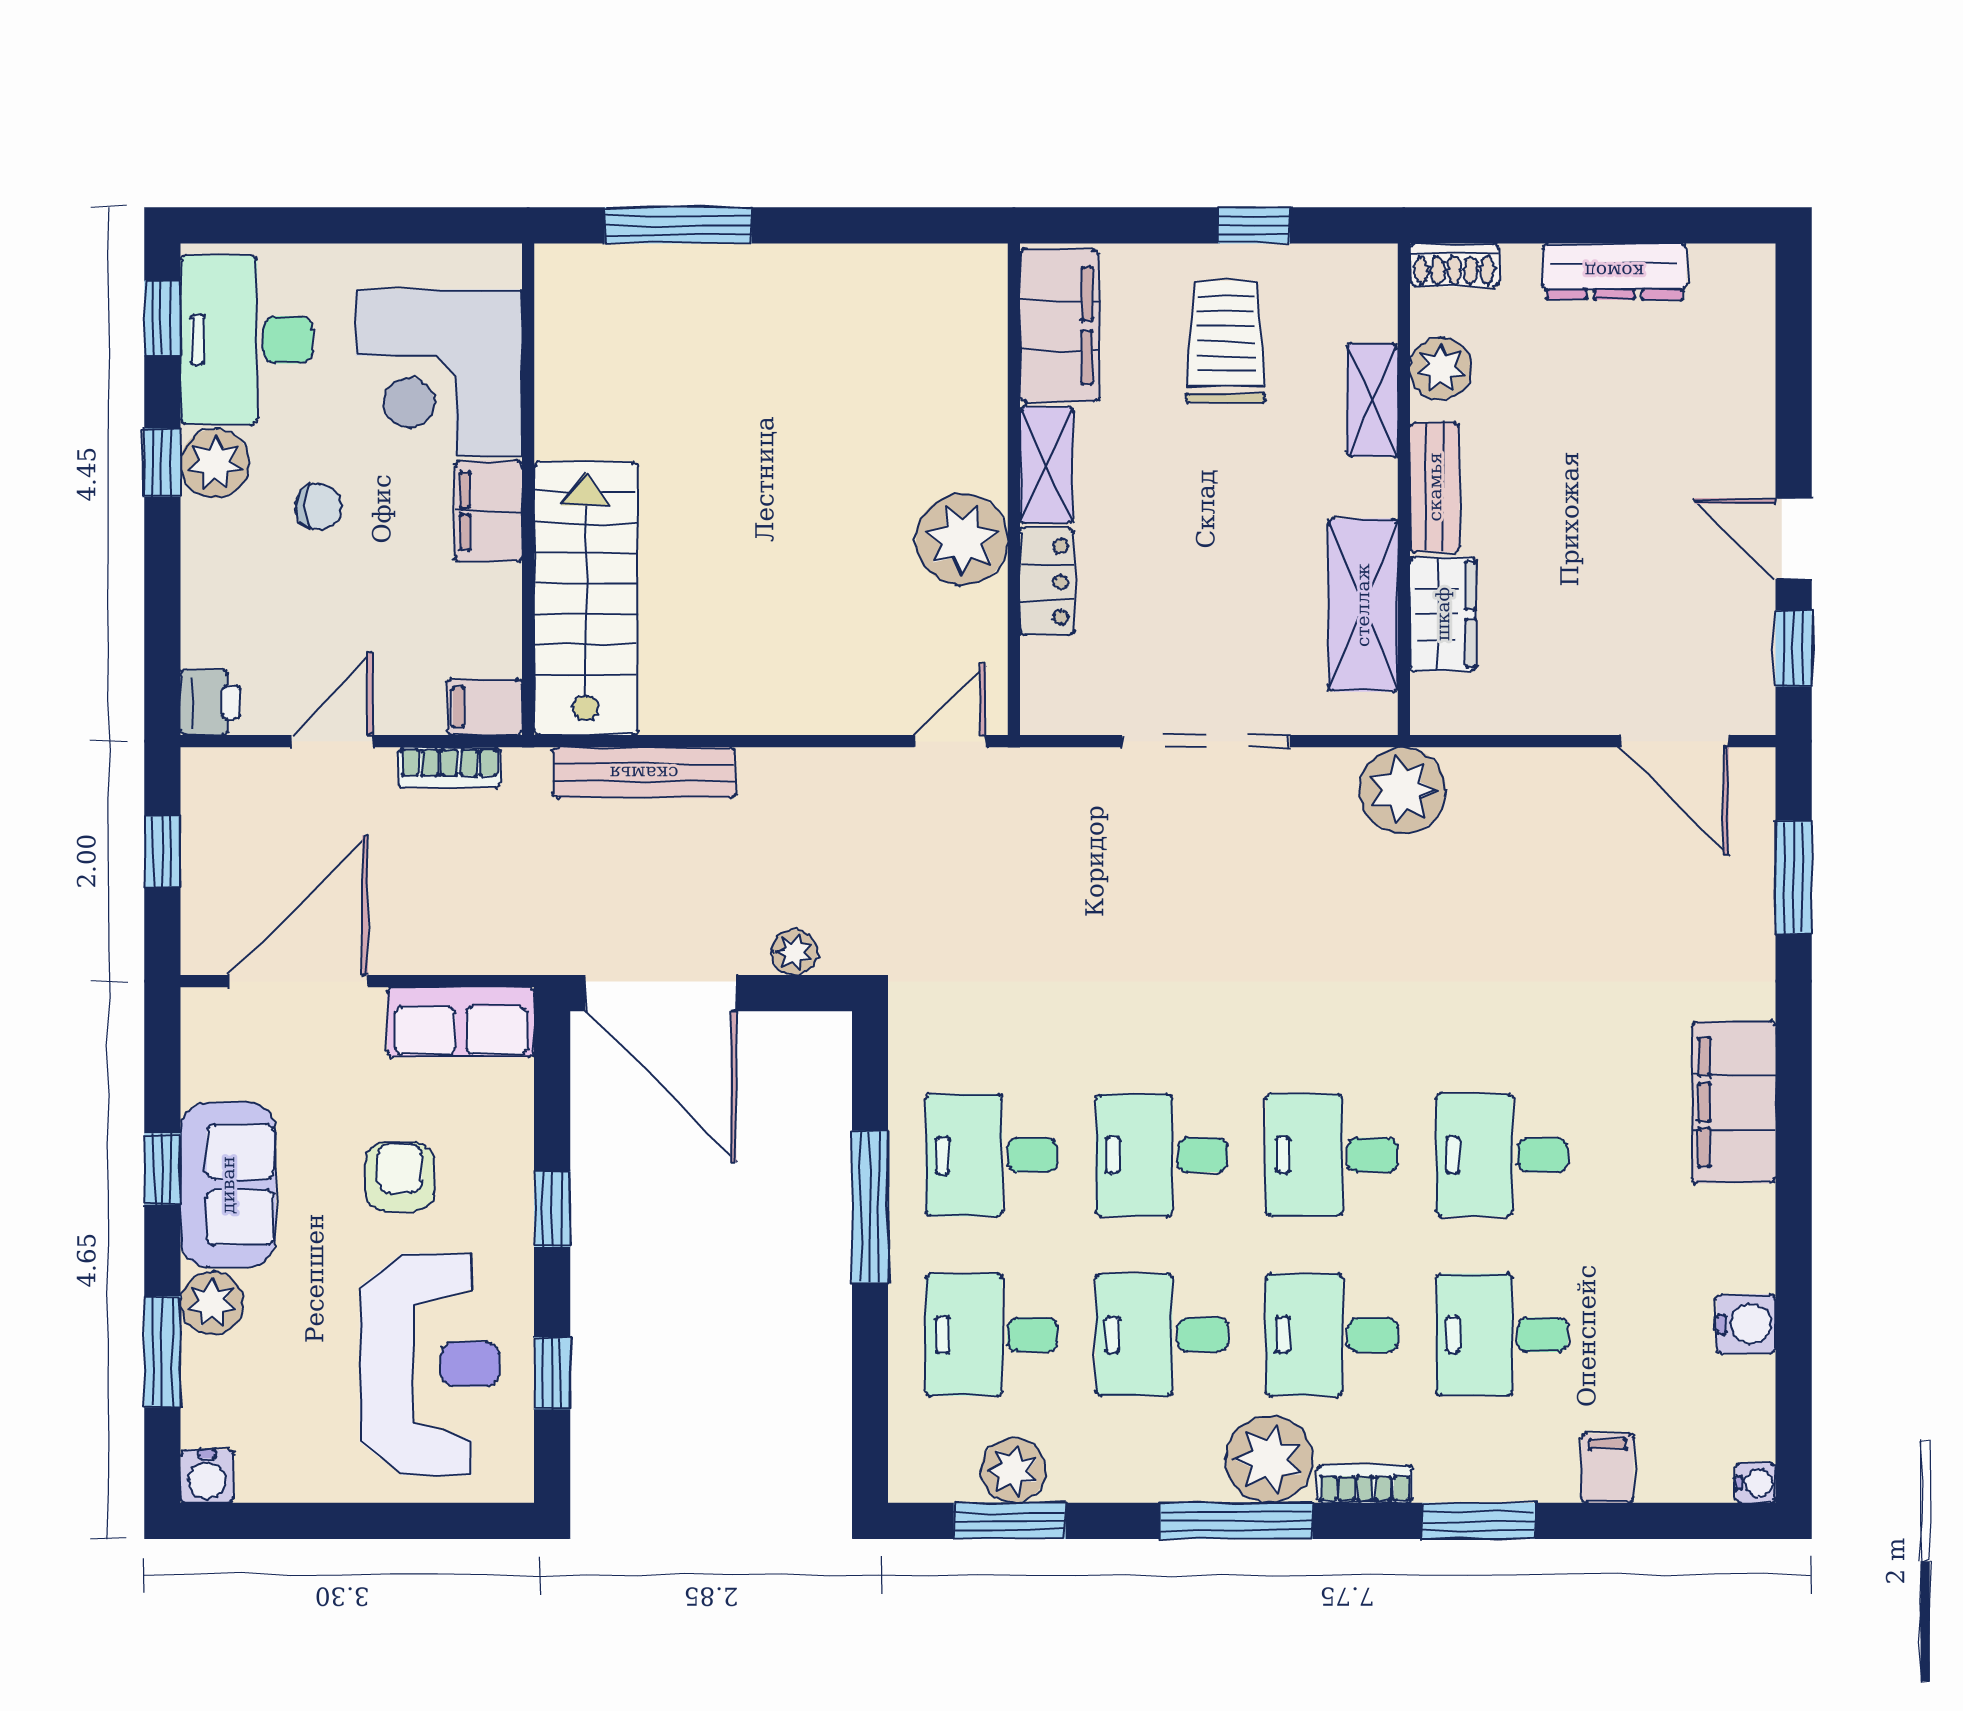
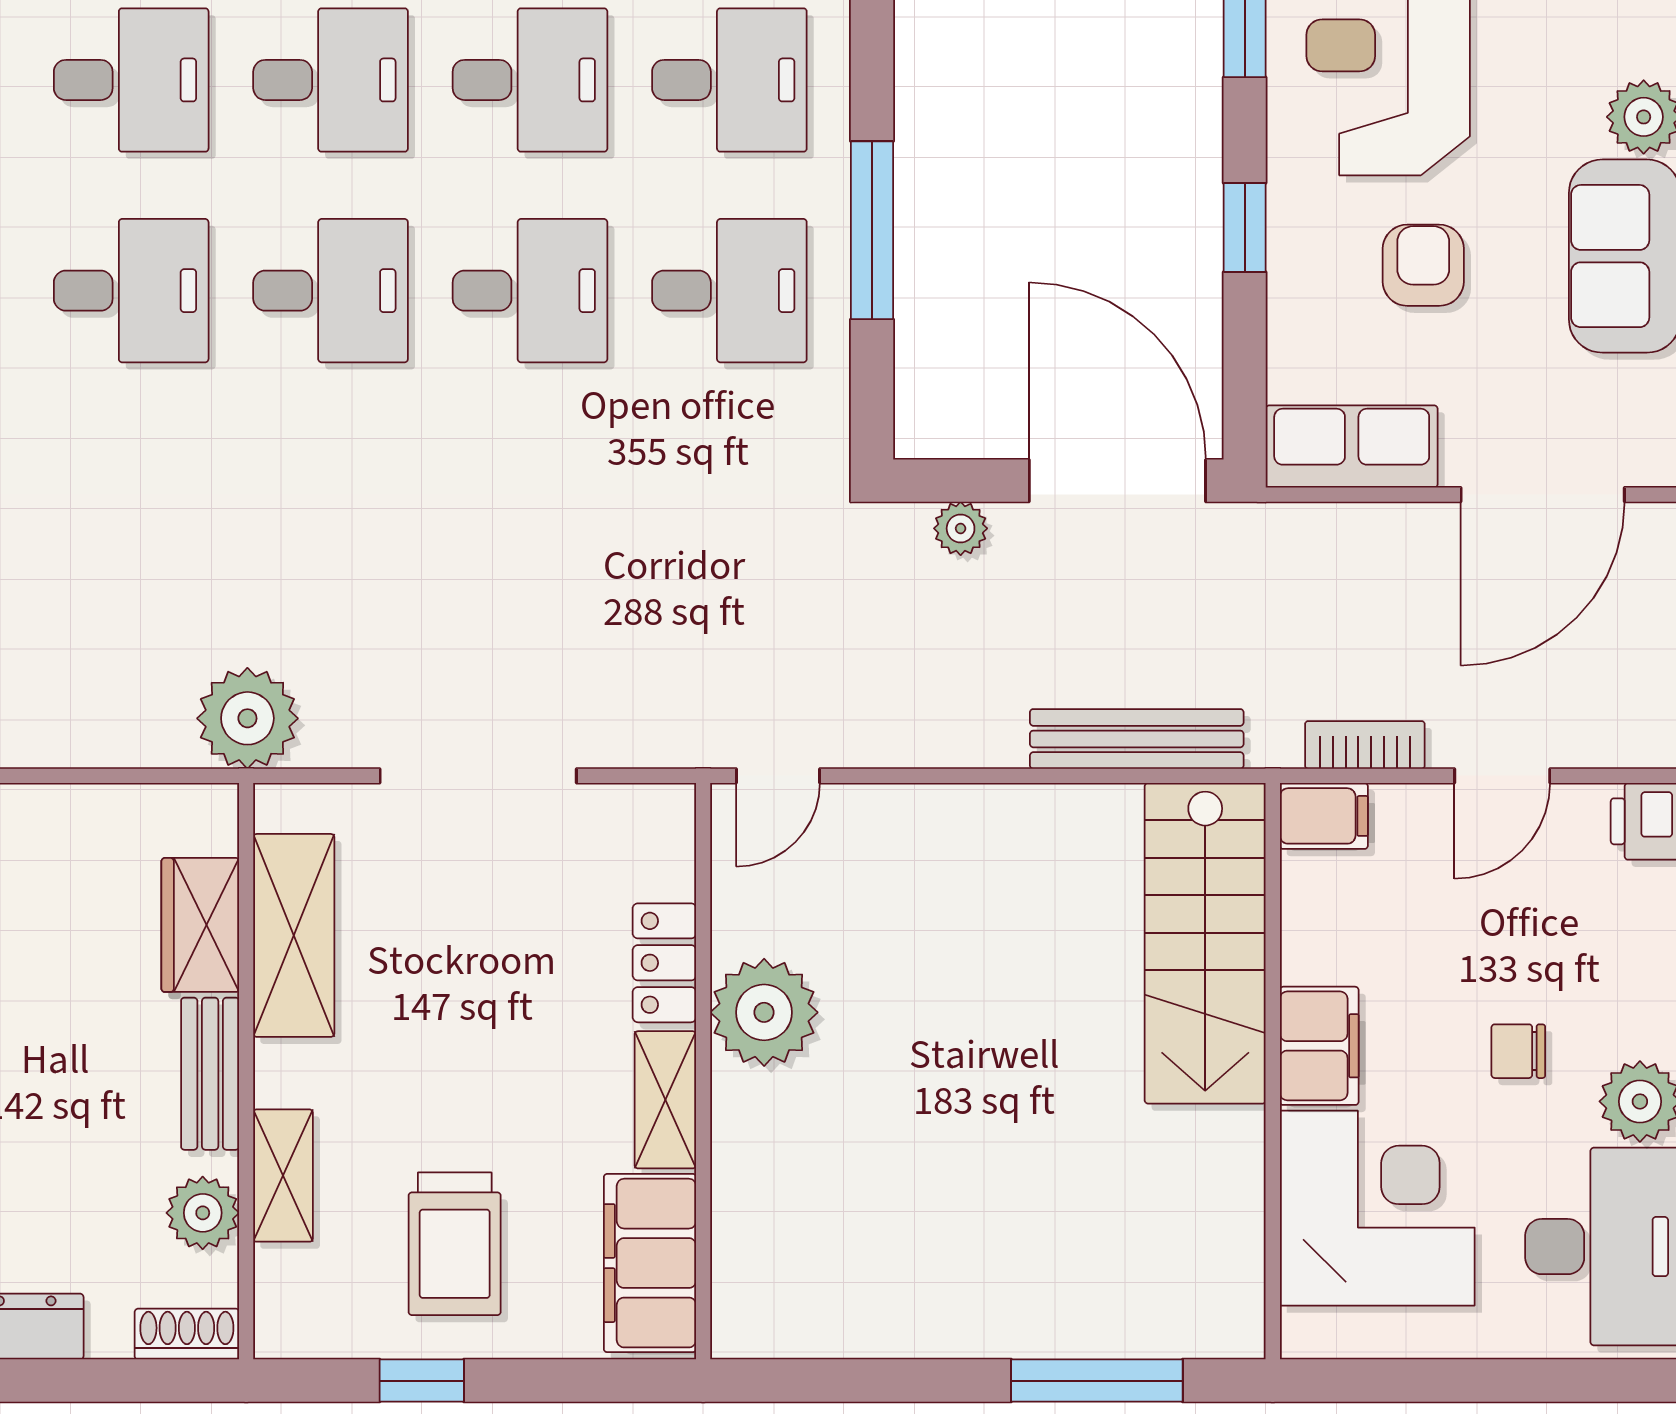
armchair: (400, 1177) -> (1423, 265), turned 180

